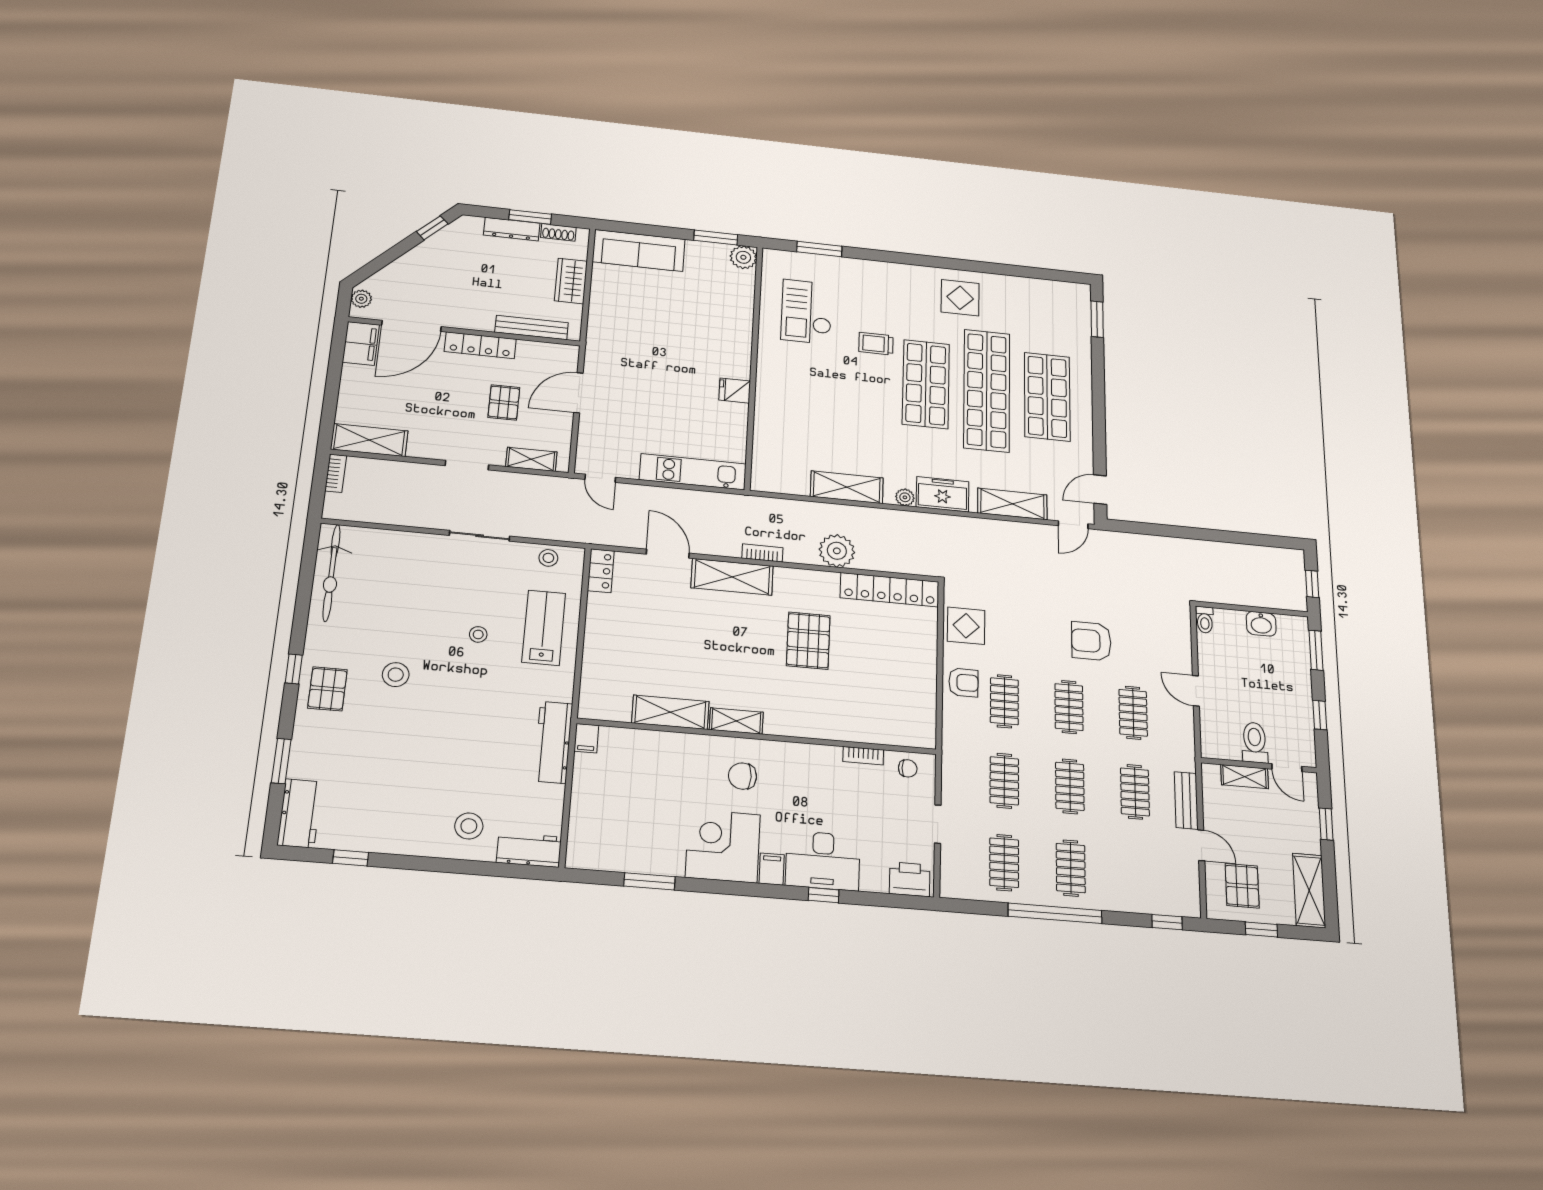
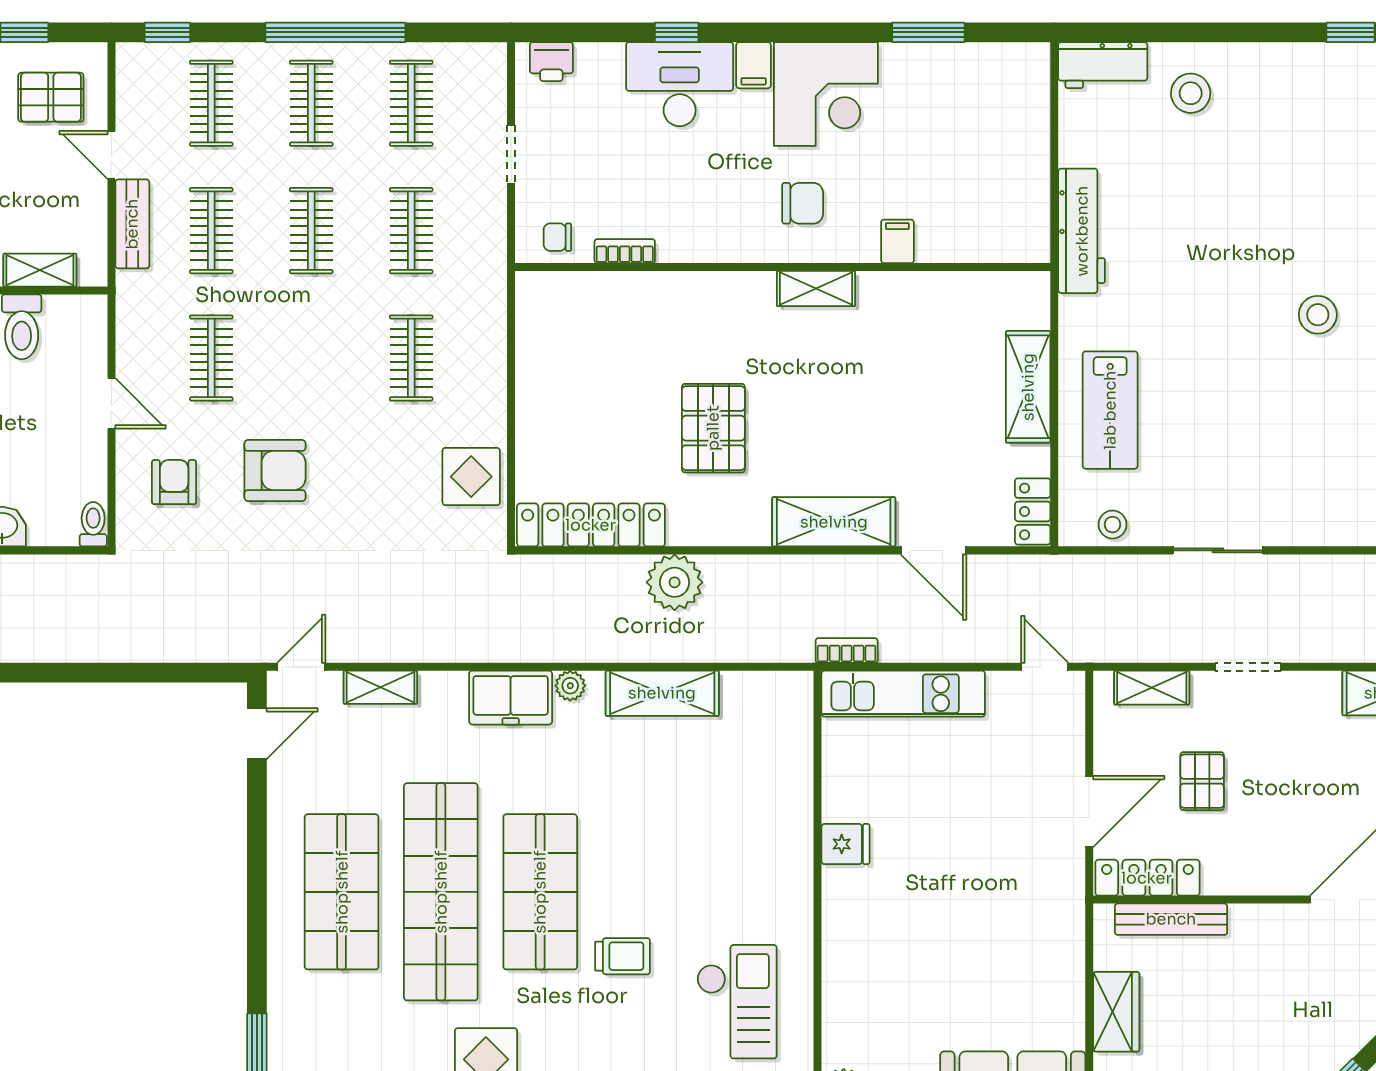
locker: (480, 345) -> (1147, 878), moved
shelving: (1012, 504) -> (380, 687), width x0.67, depth x0.75
bookcase: (762, 553) -> (847, 650), moved, turned 180
stool: (478, 634) -> (1205, 390), removed
armchair: (963, 683) -> (174, 482), moved, turned 90
clothes rail: (1069, 707) -> (211, 103), moved
shelving: (670, 712) -> (1028, 387), moved, turned 90
filing cabinet: (586, 738) -> (897, 241), moved
printer: (910, 879) -> (551, 62), width x0.73, depth x0.81
pallet: (1242, 886) -> (51, 97), turned 90

